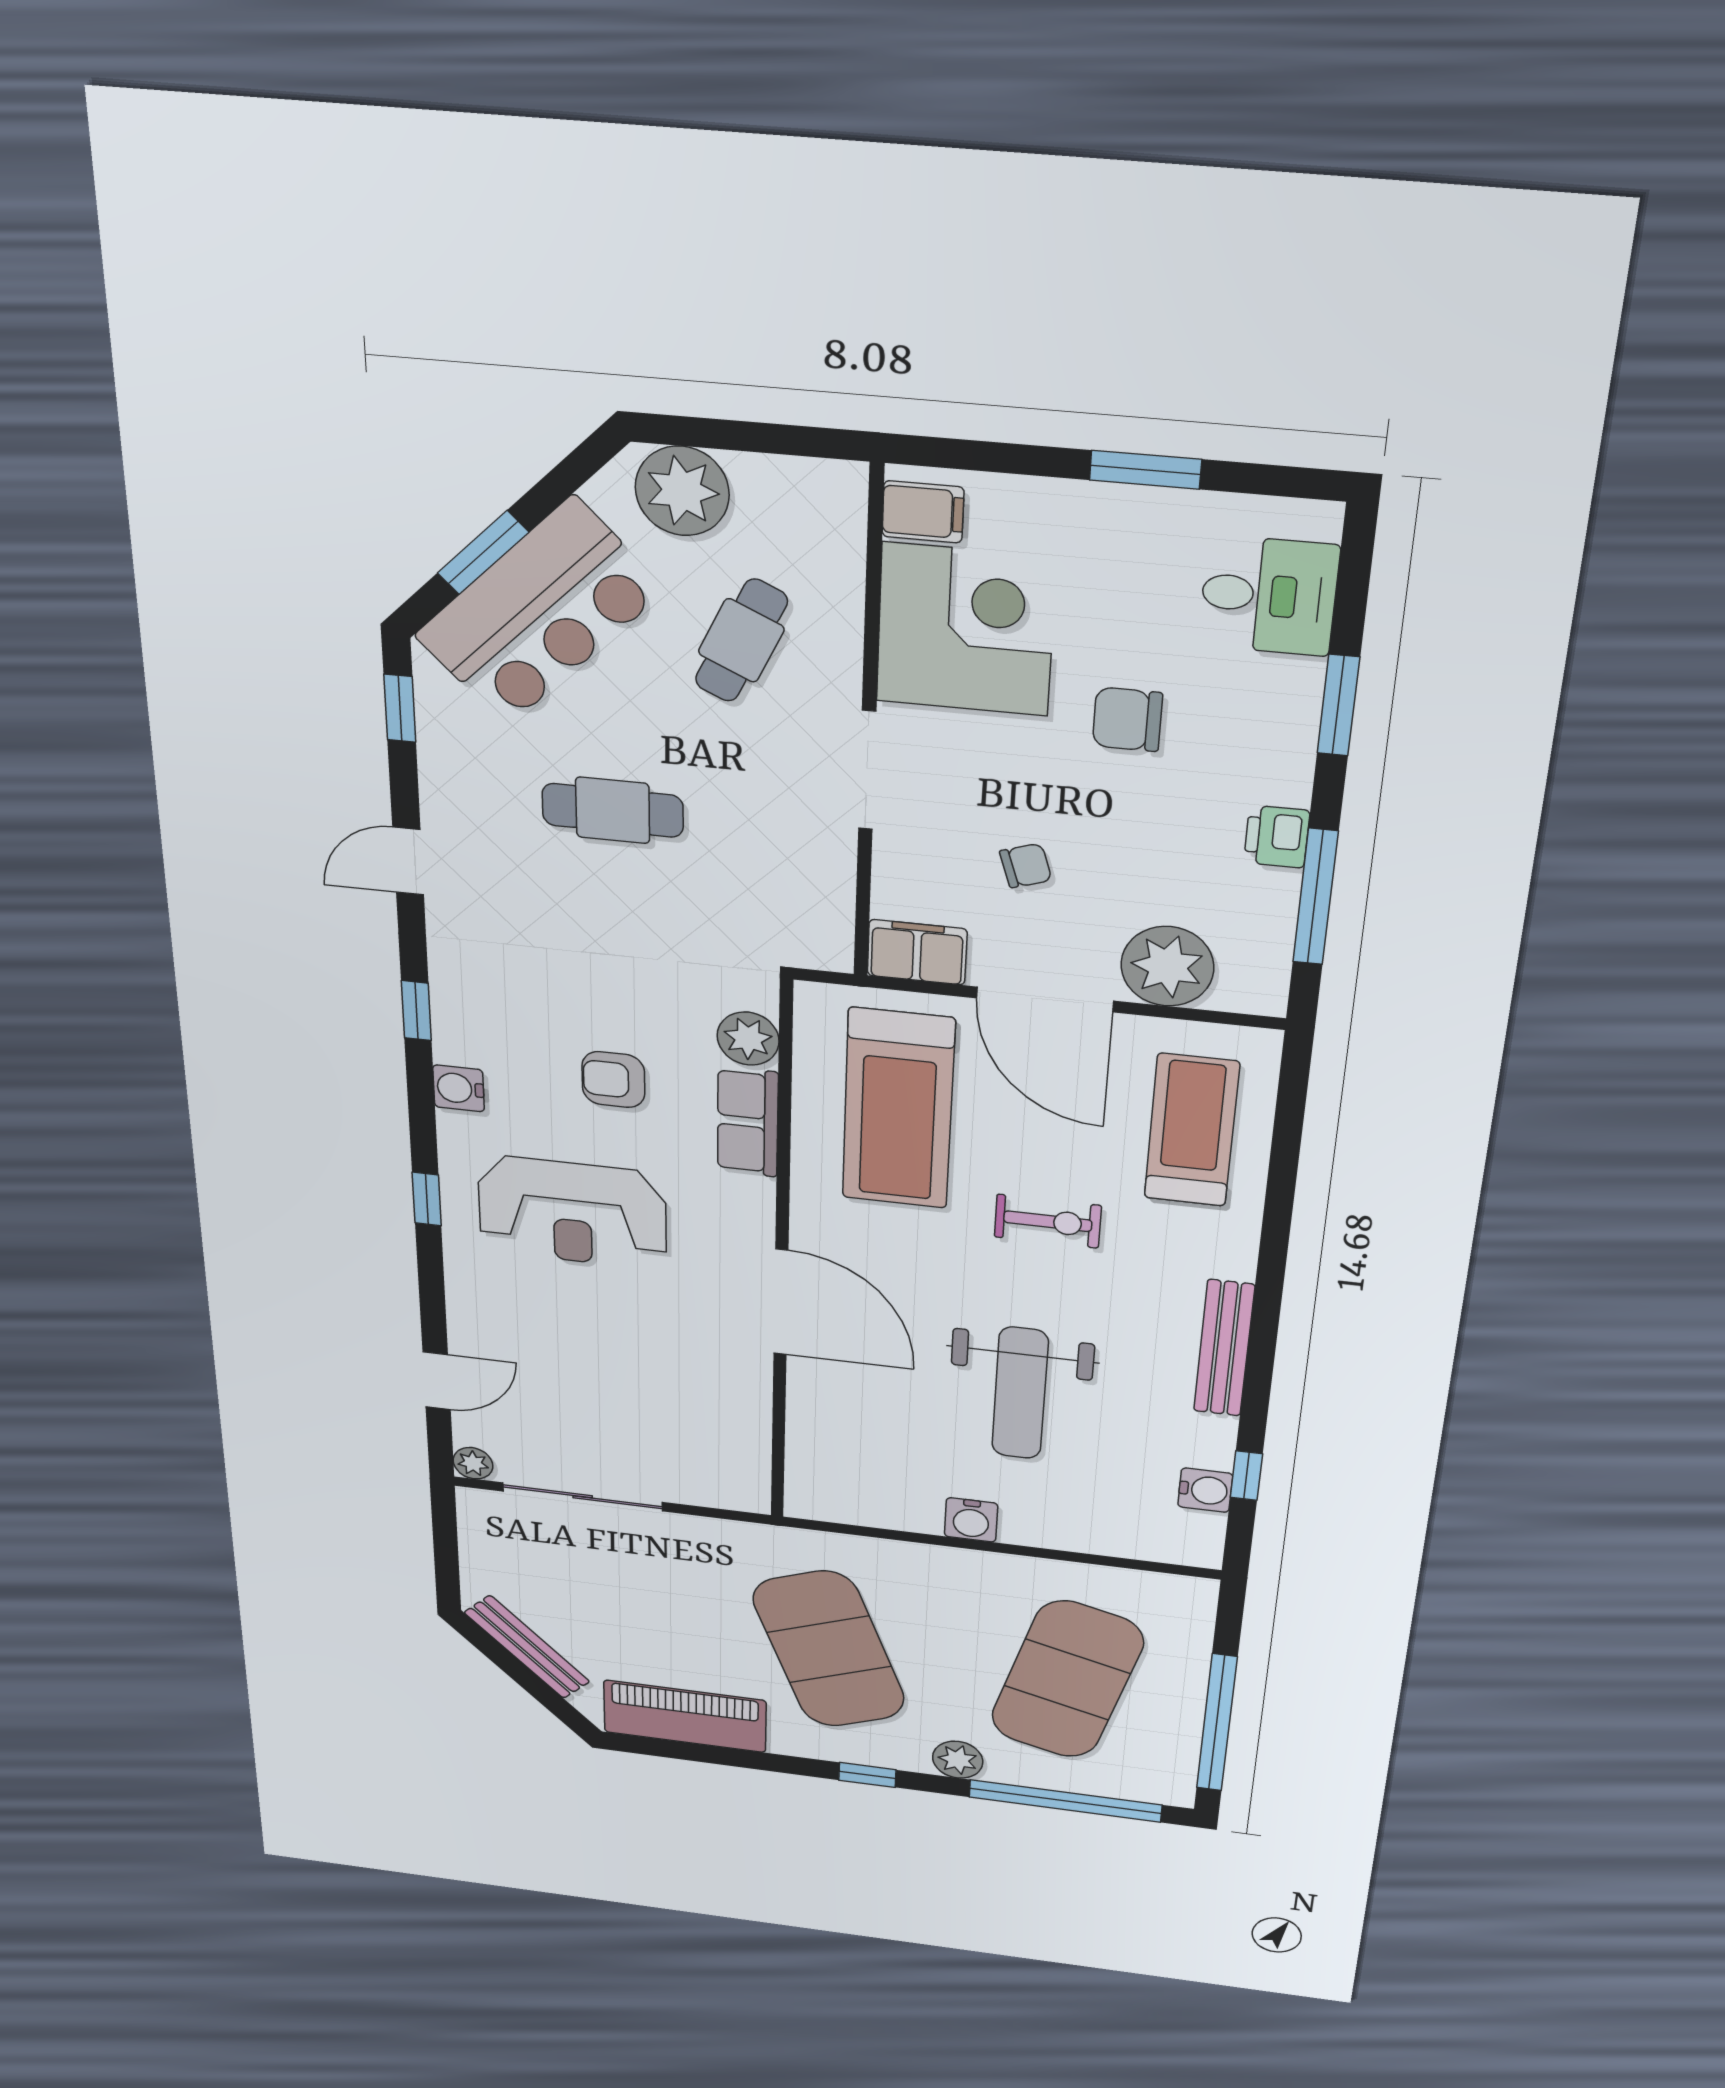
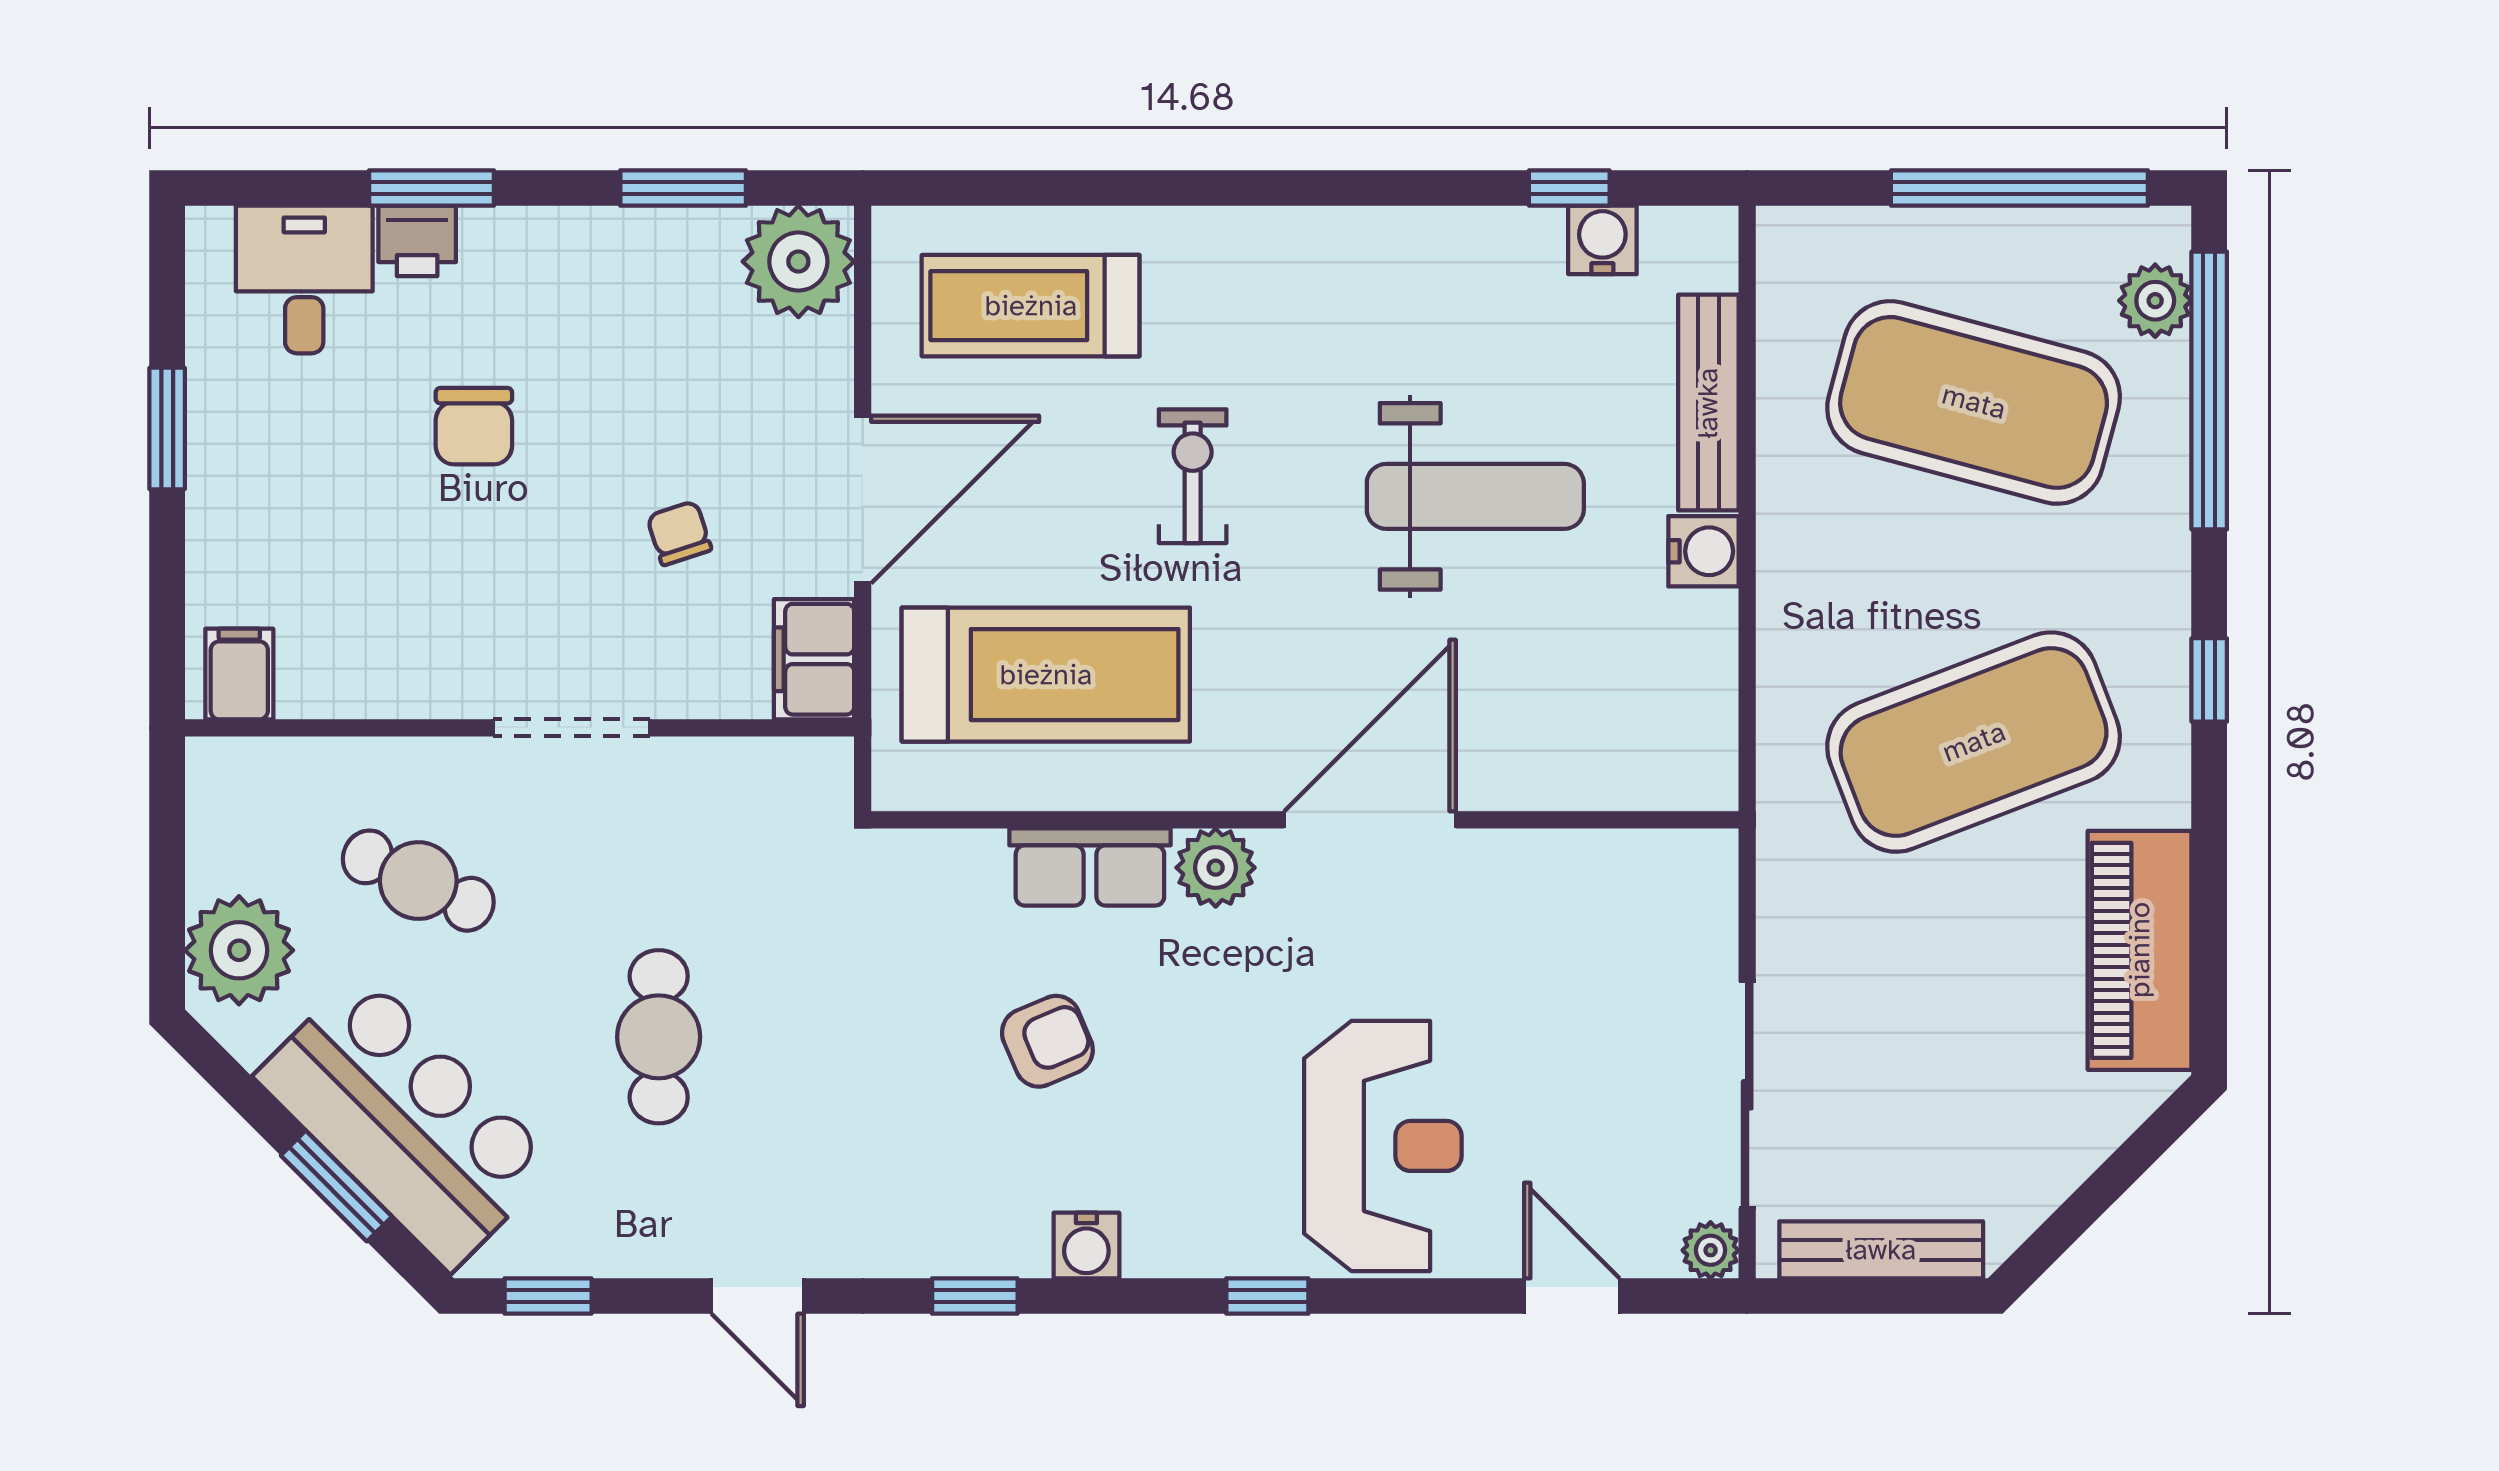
corner desk: (965, 630) -> (379, 619), removed
printer: (1277, 837) -> (417, 241), moved
window: (1315, 897) -> (683, 188), width x0.69
plant: (1167, 966) -> (798, 262), moved
plant: (748, 1039) -> (1216, 868), moved
armchair: (613, 1080) -> (1047, 1041), turned -113
reception desk: (572, 1212) -> (1383, 1146), moved
bench: (1224, 1348) -> (1708, 403), moved, turned 90
bench: (527, 1647) -> (1881, 1250), moved, turned 45
plant: (958, 1760) -> (2155, 301), moved

